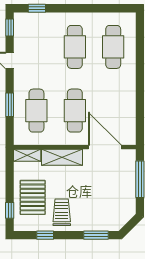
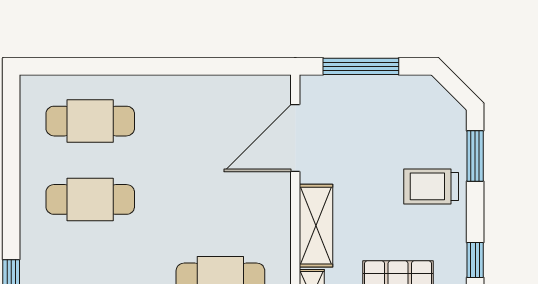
cafe table: (75, 111) -> (220, 199), removed
trolley: (62, 212) -> (431, 186), moved

